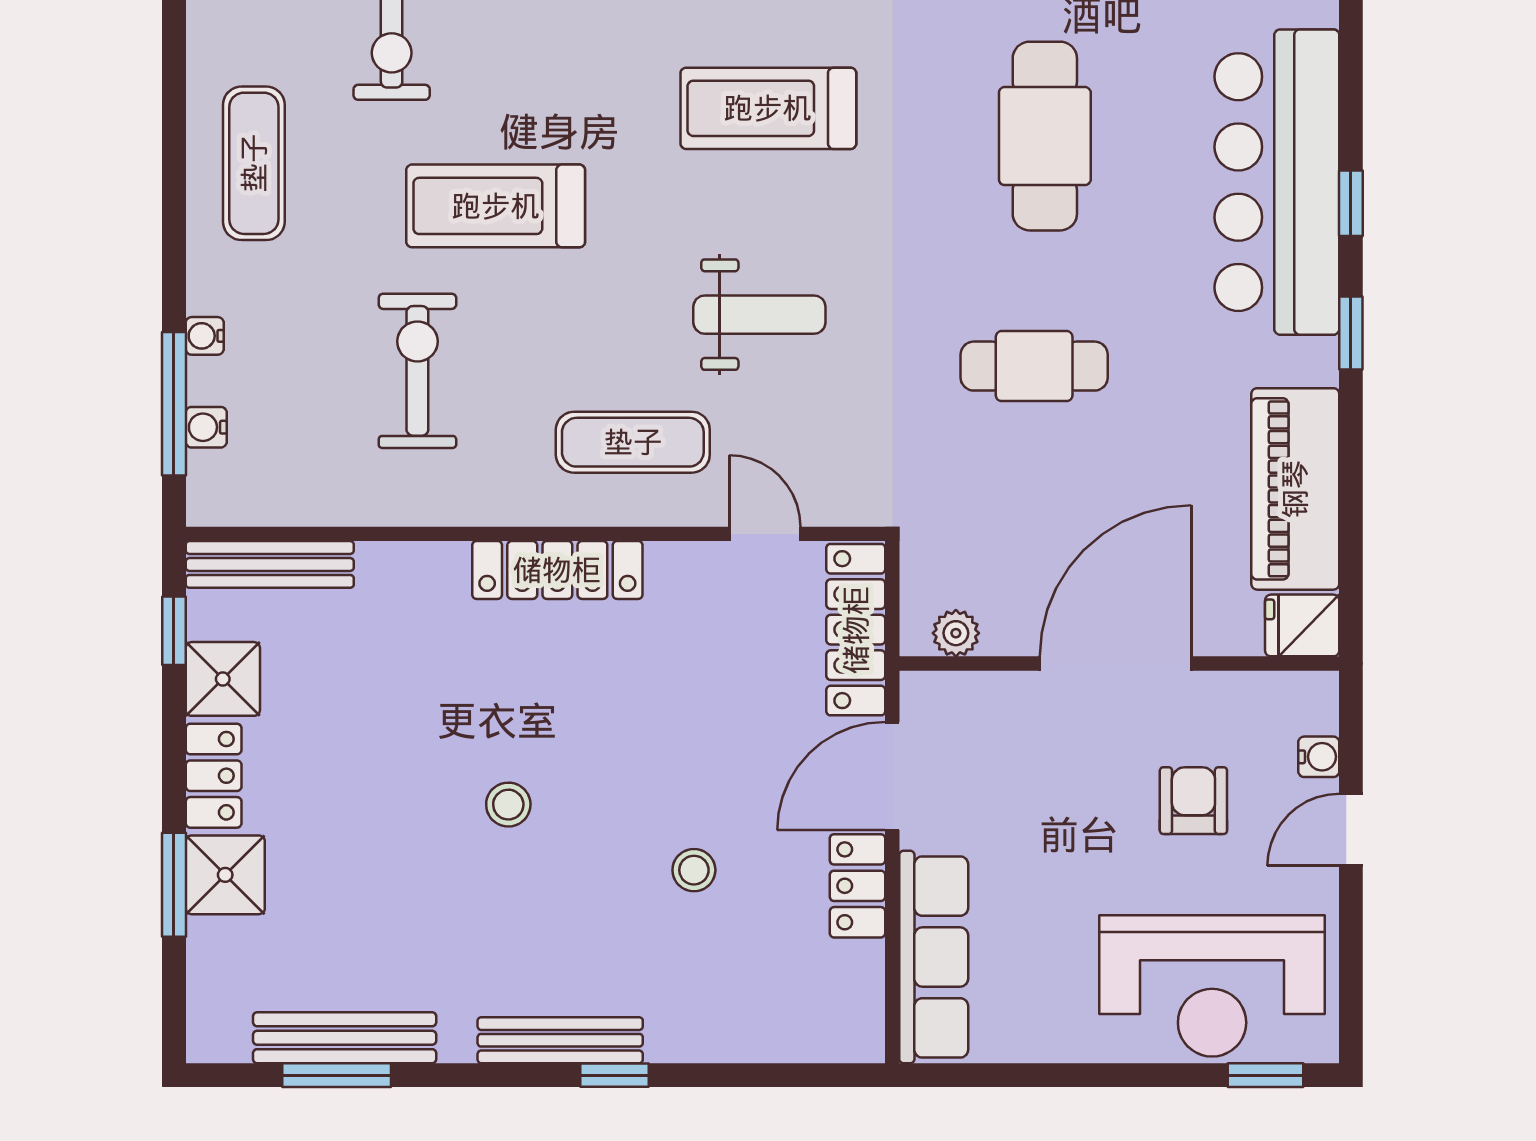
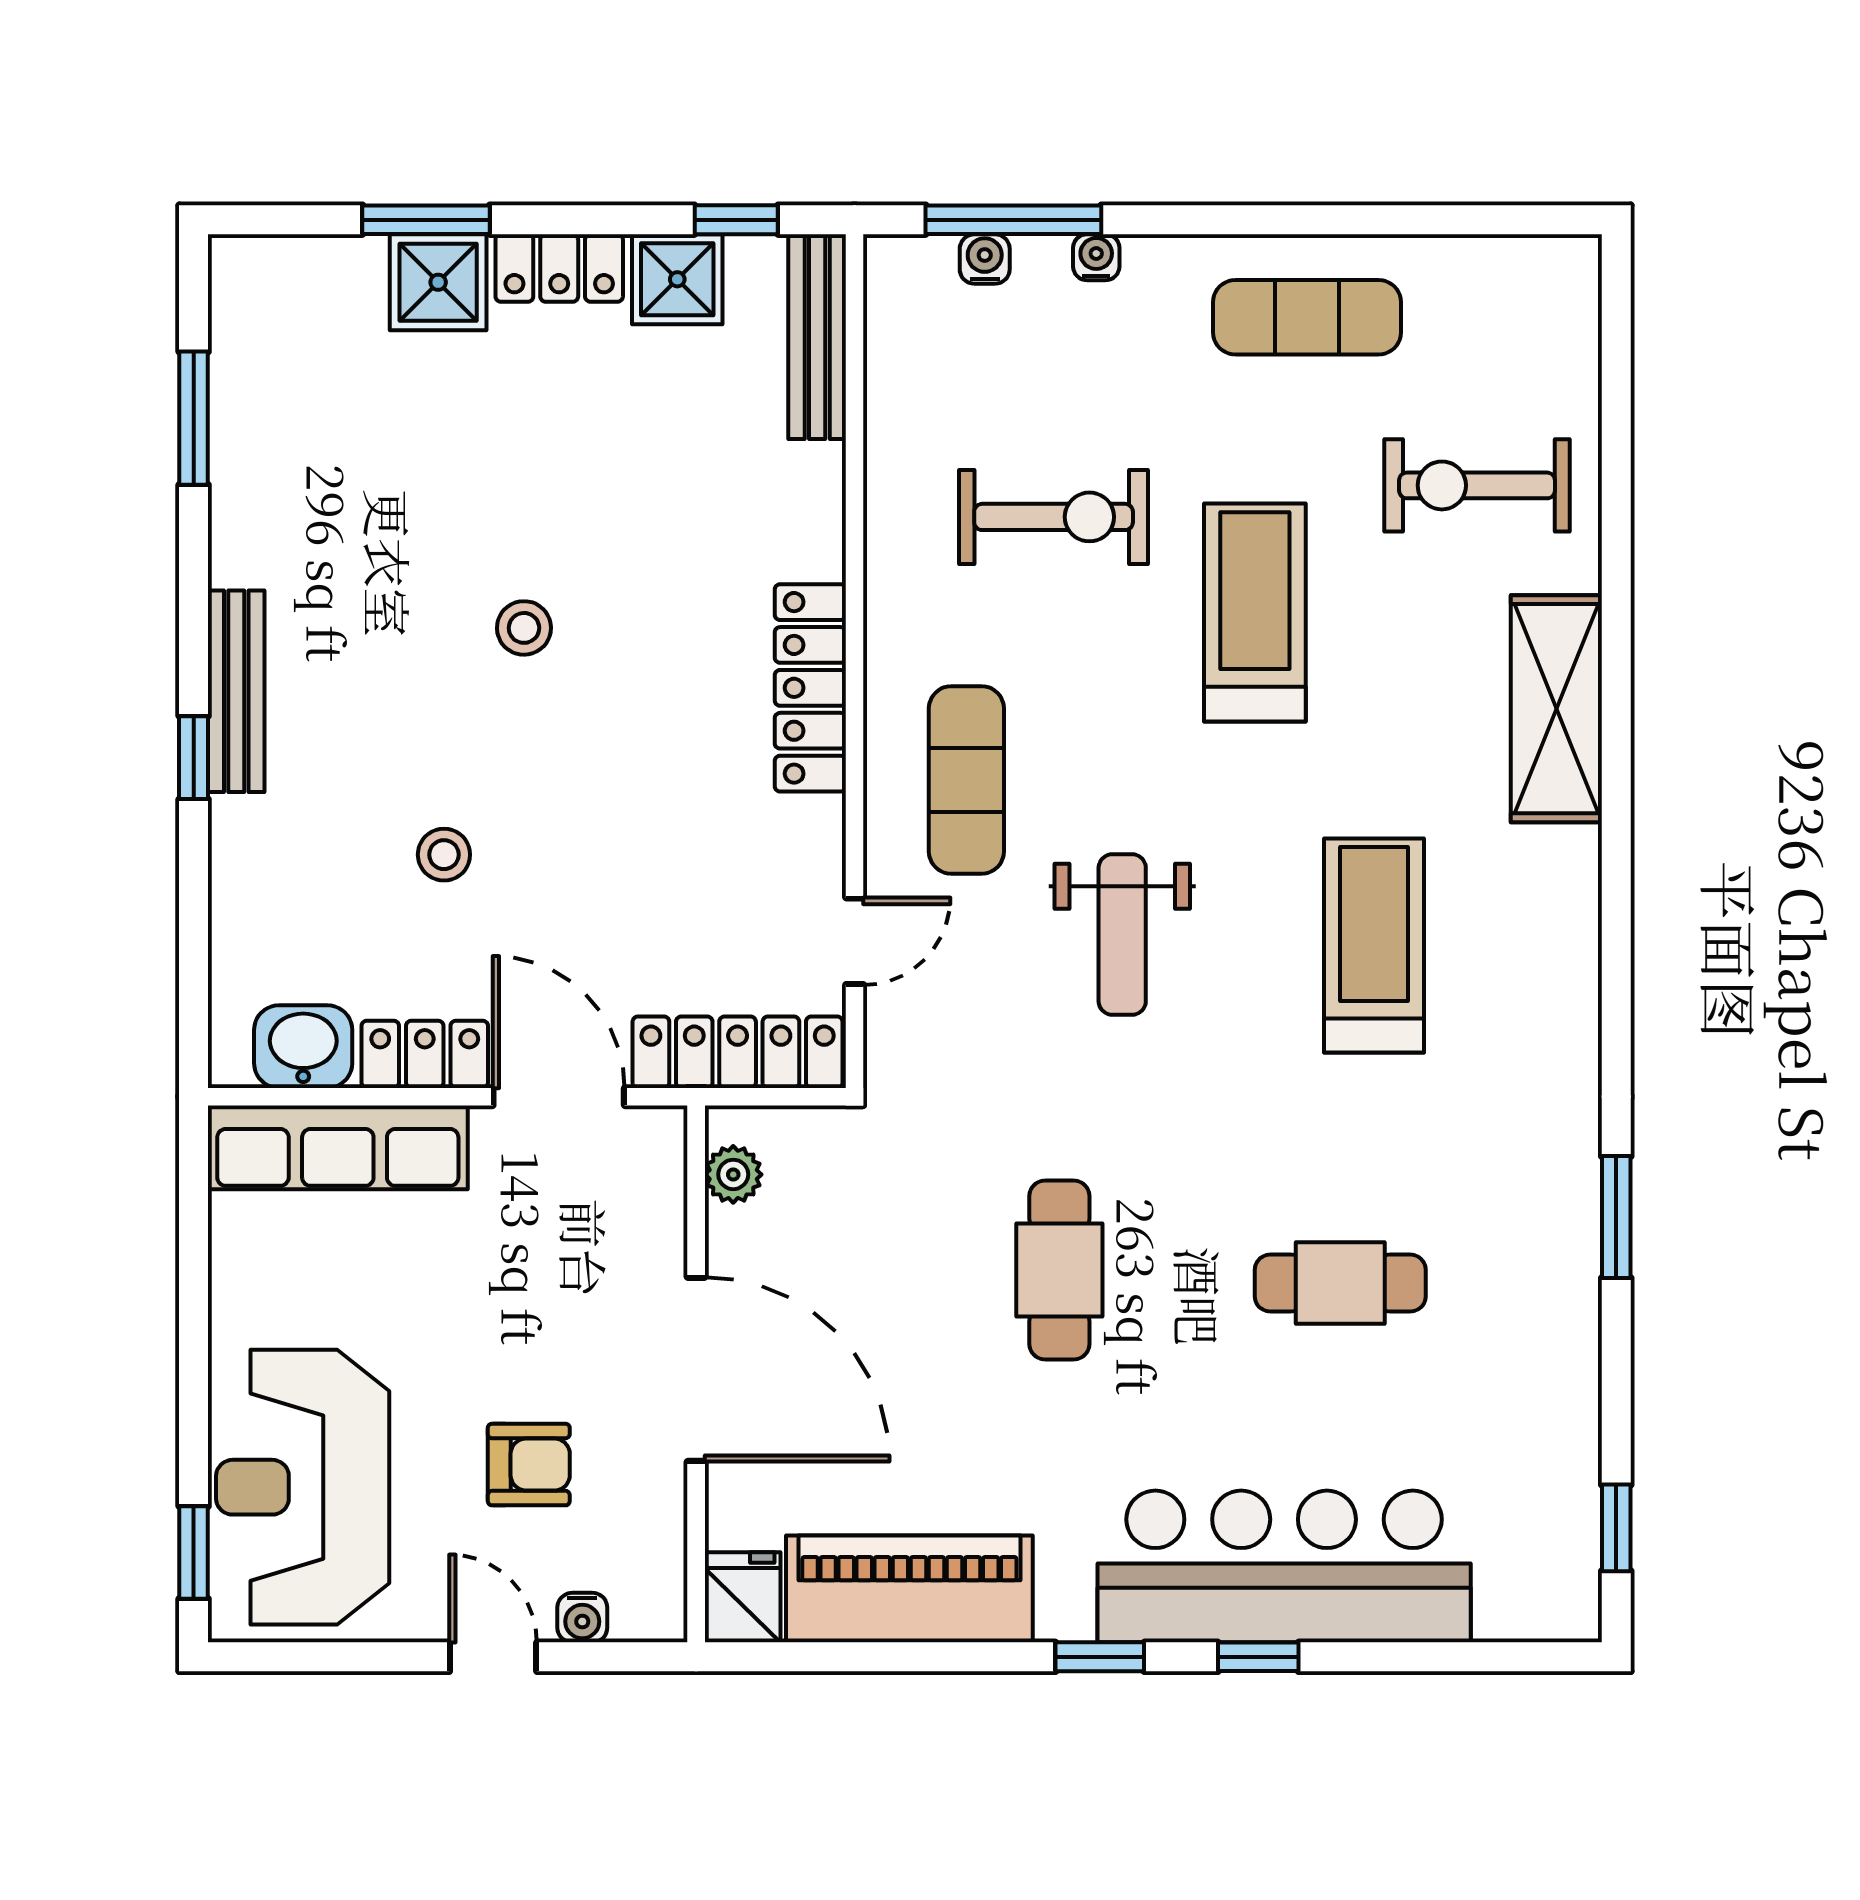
cafe table: (1045, 136) -> (1340, 1283), width x0.73, depth x0.74
washbasin: (851, 985) -> (303, 1047), added
bench: (345, 1038) -> (239, 428), removed

